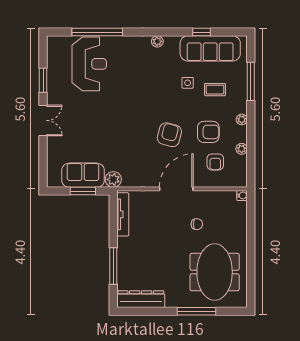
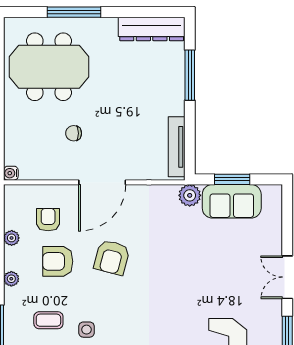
meeting table: (215, 272) -> (49, 67), turned 90

